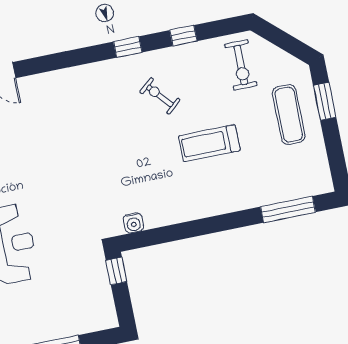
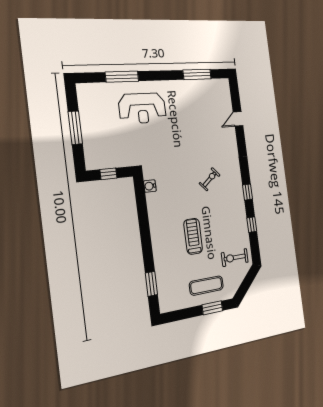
exercise bike: (160, 96) -> (210, 179), moved
window: (288, 209) -> (151, 284), width x0.69
window: (116, 271) -> (108, 174), moved

